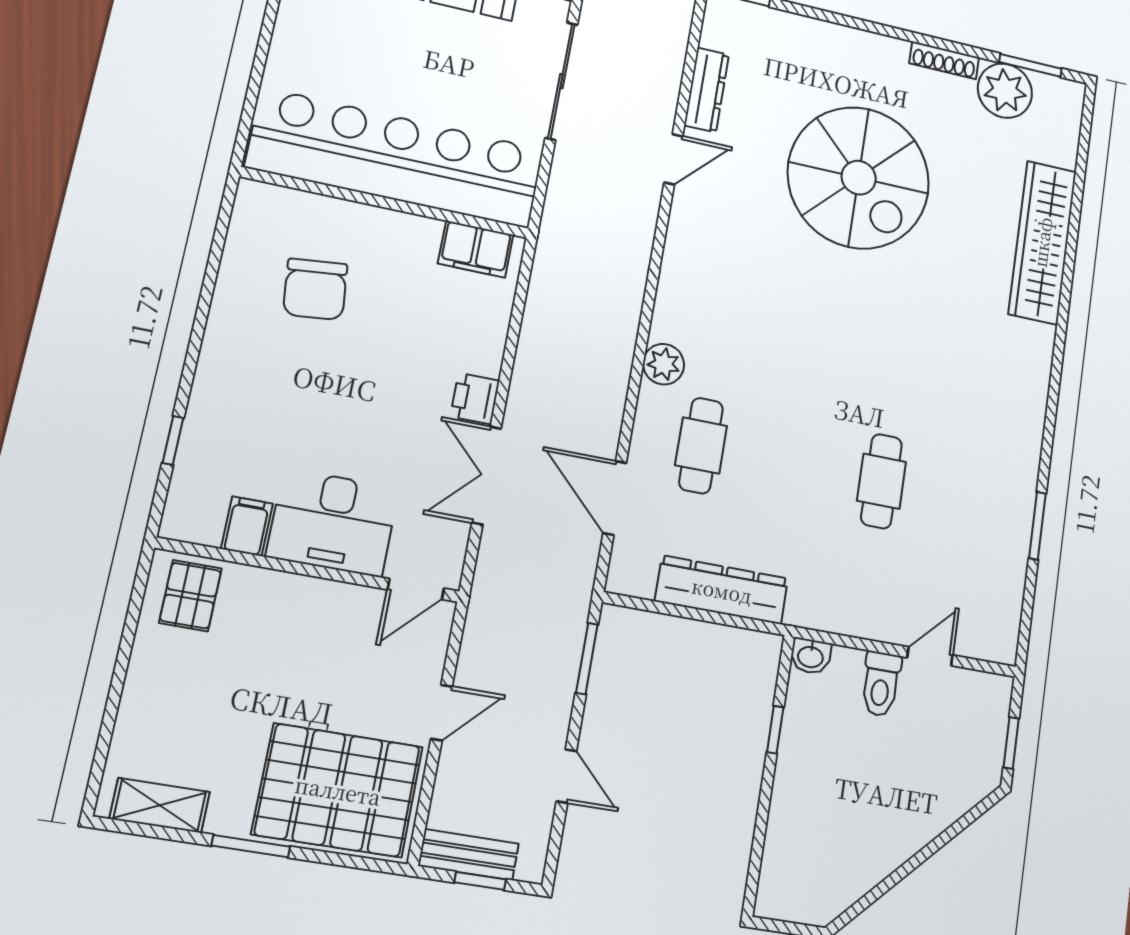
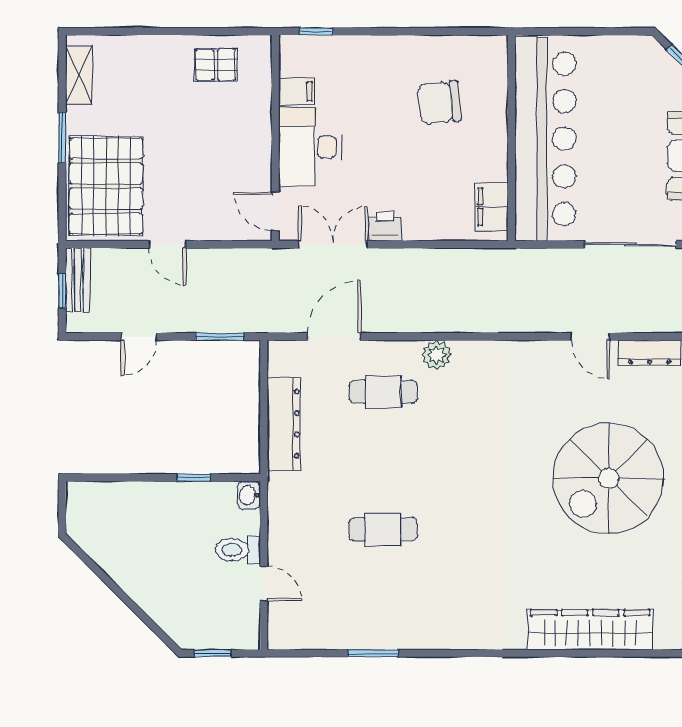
desk: (333, 522) -> (310, 147), moved
filing cabinet: (247, 526) -> (297, 91), moved
wall: (309, 570) -> (275, 138), moved
door: (416, 589) -> (275, 211), moved

